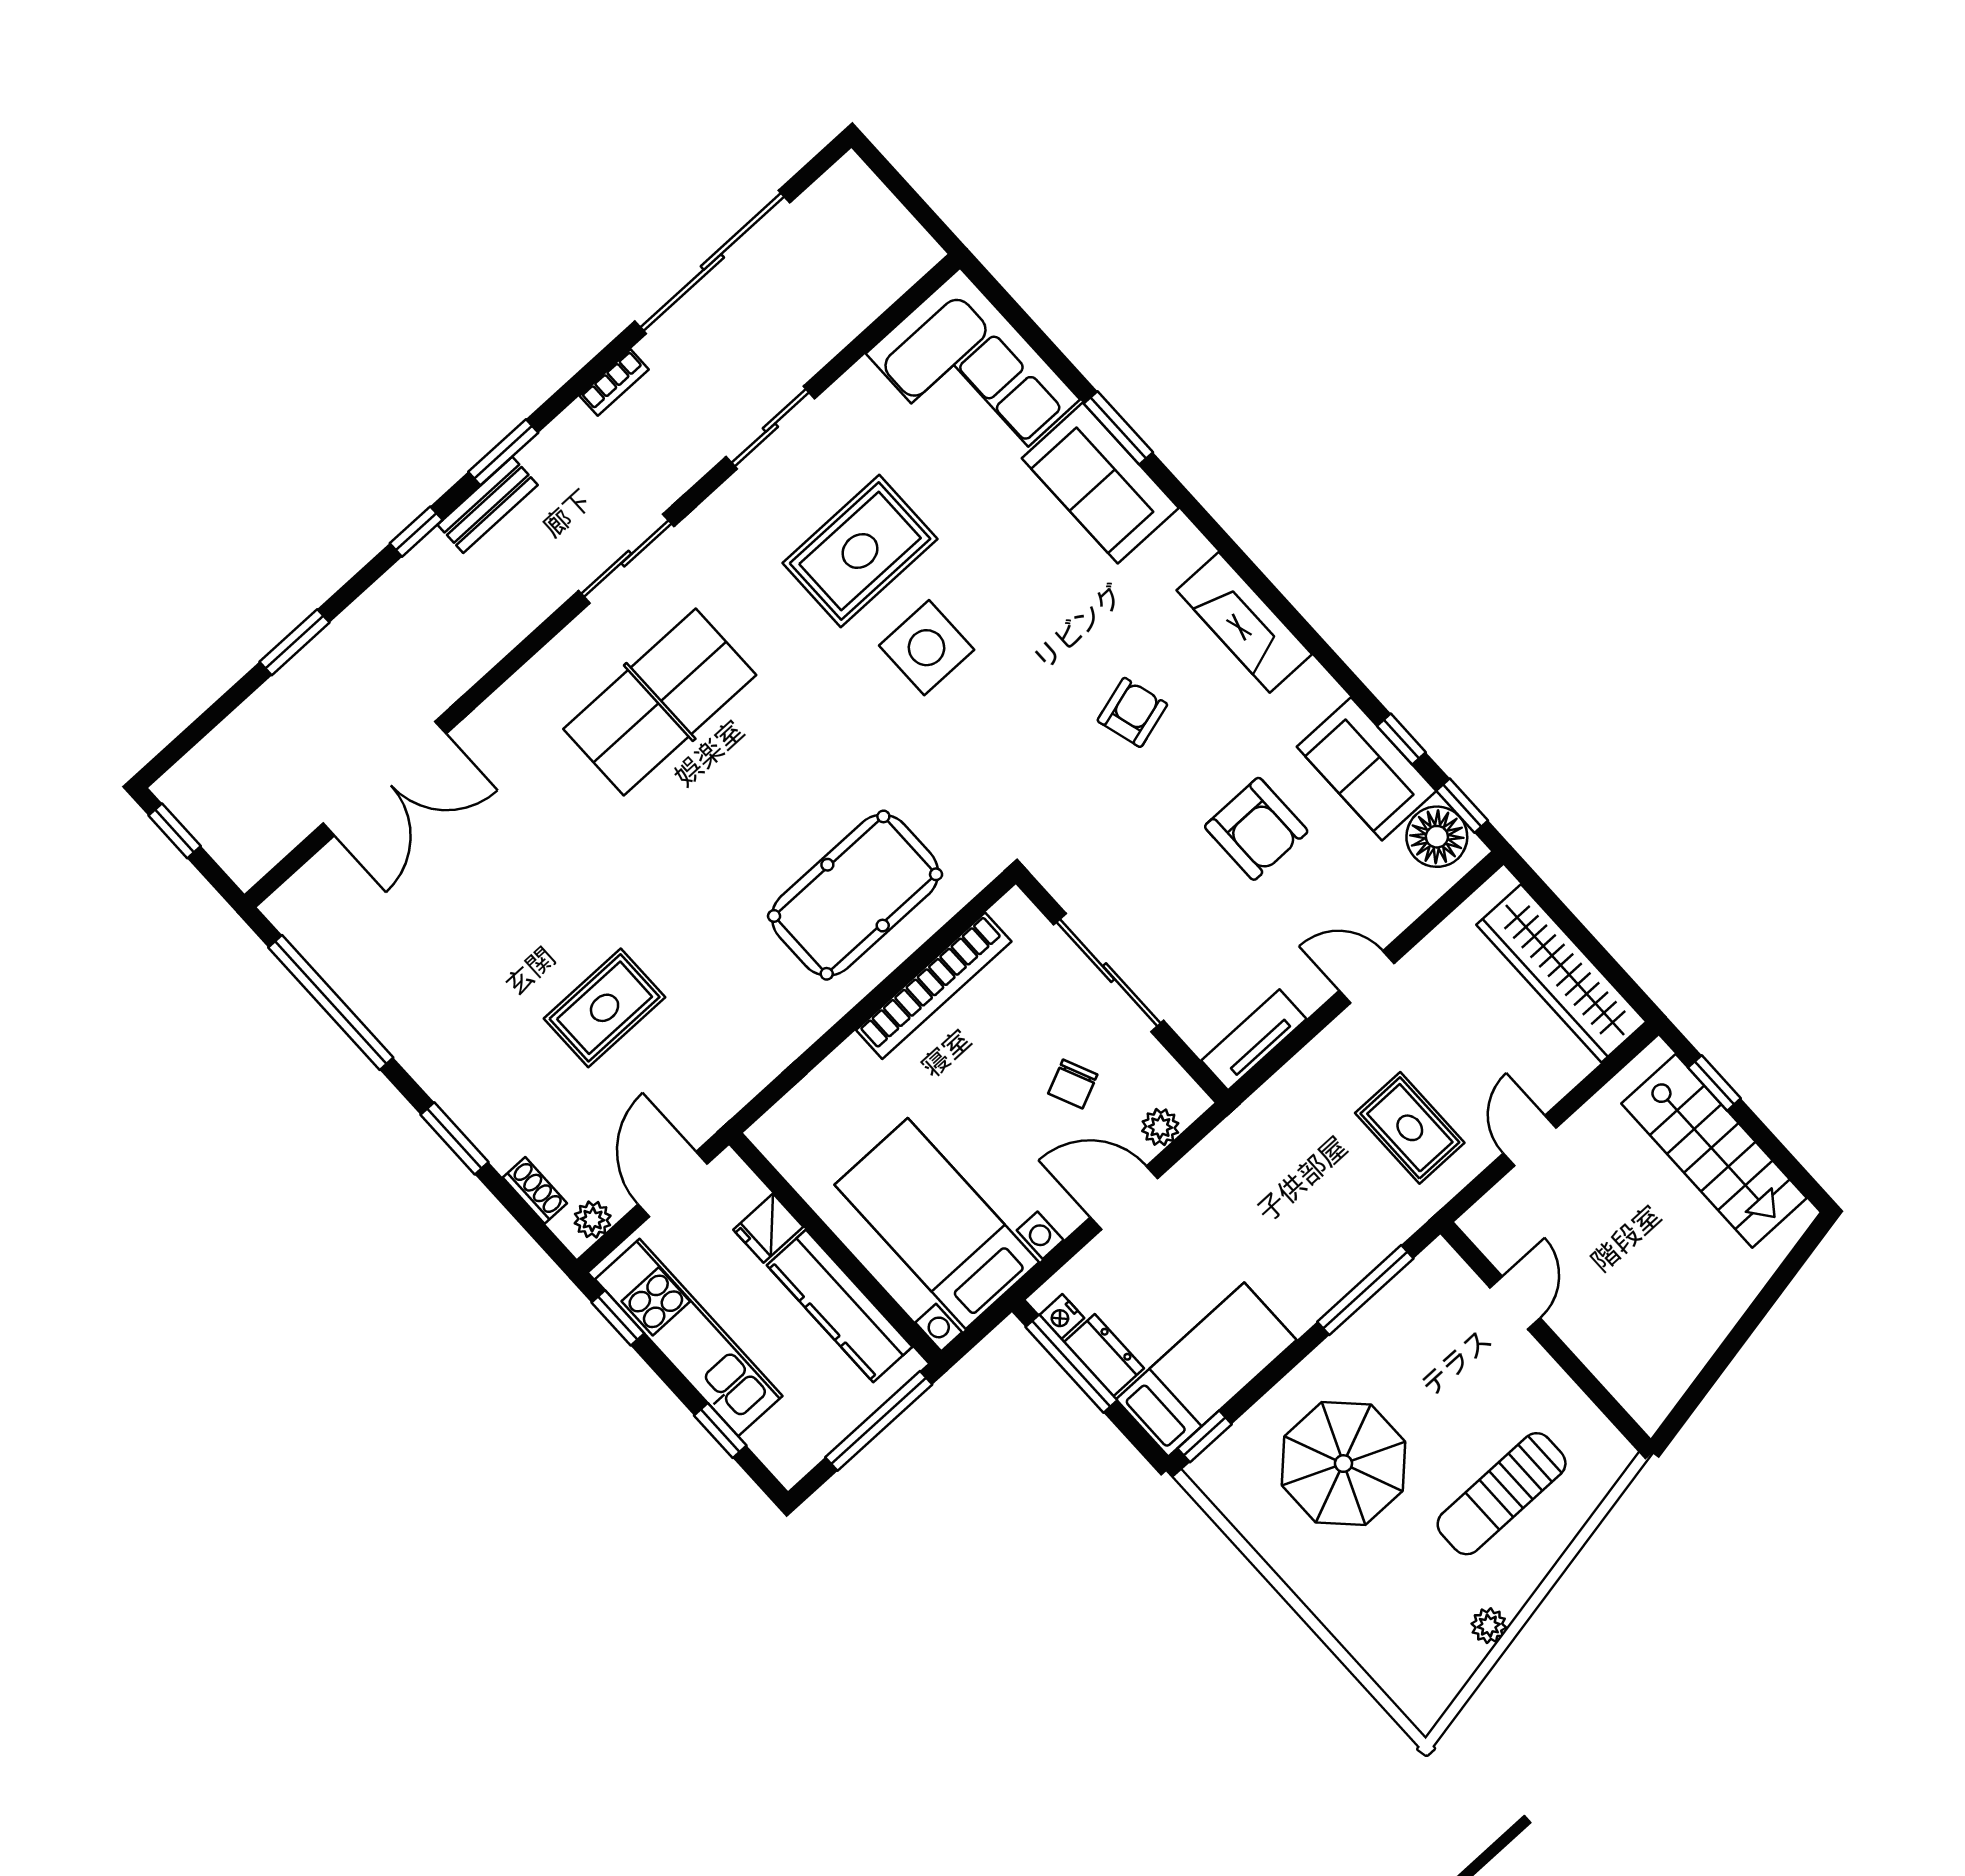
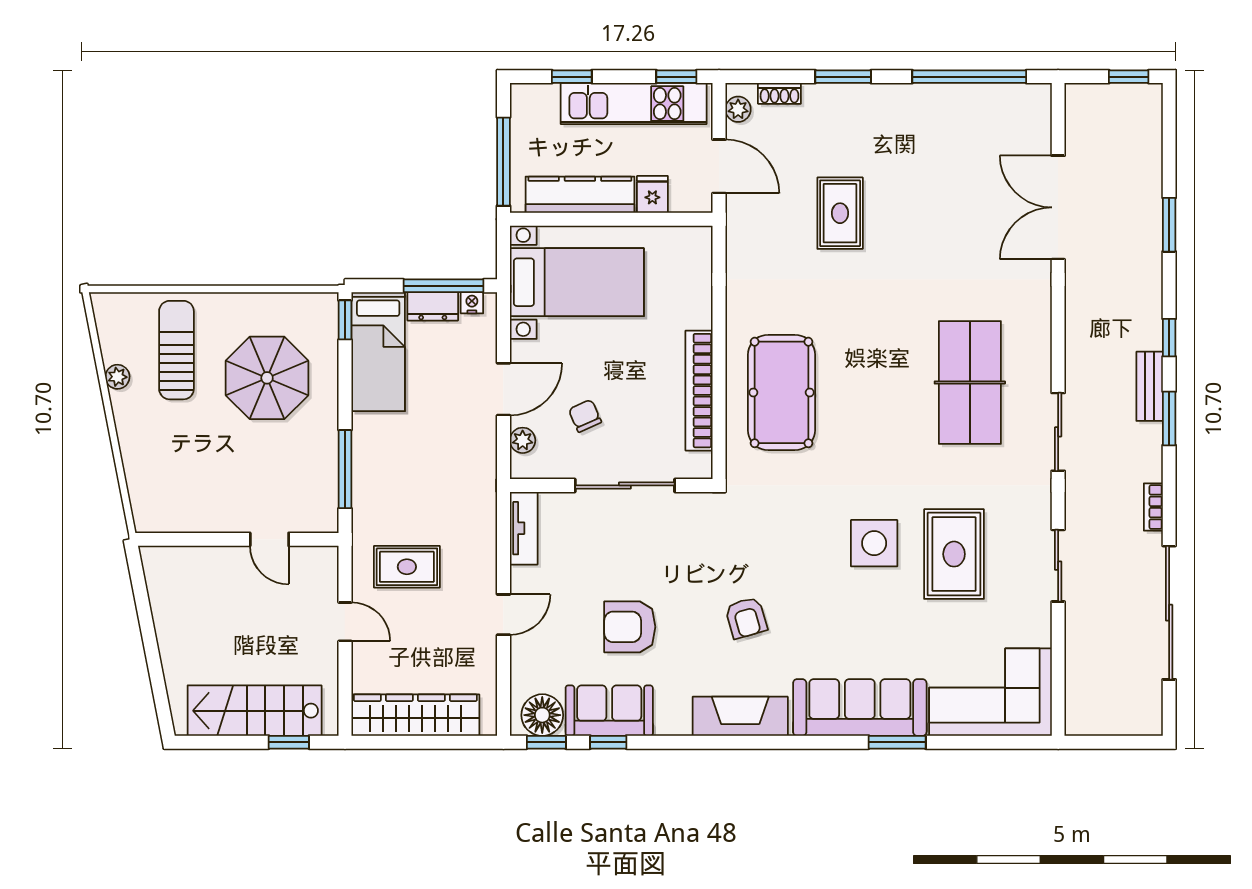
sofa: (1100, 483) -> (860, 708), width x1.36
sun lounger: (1502, 1494) -> (176, 350), moved

